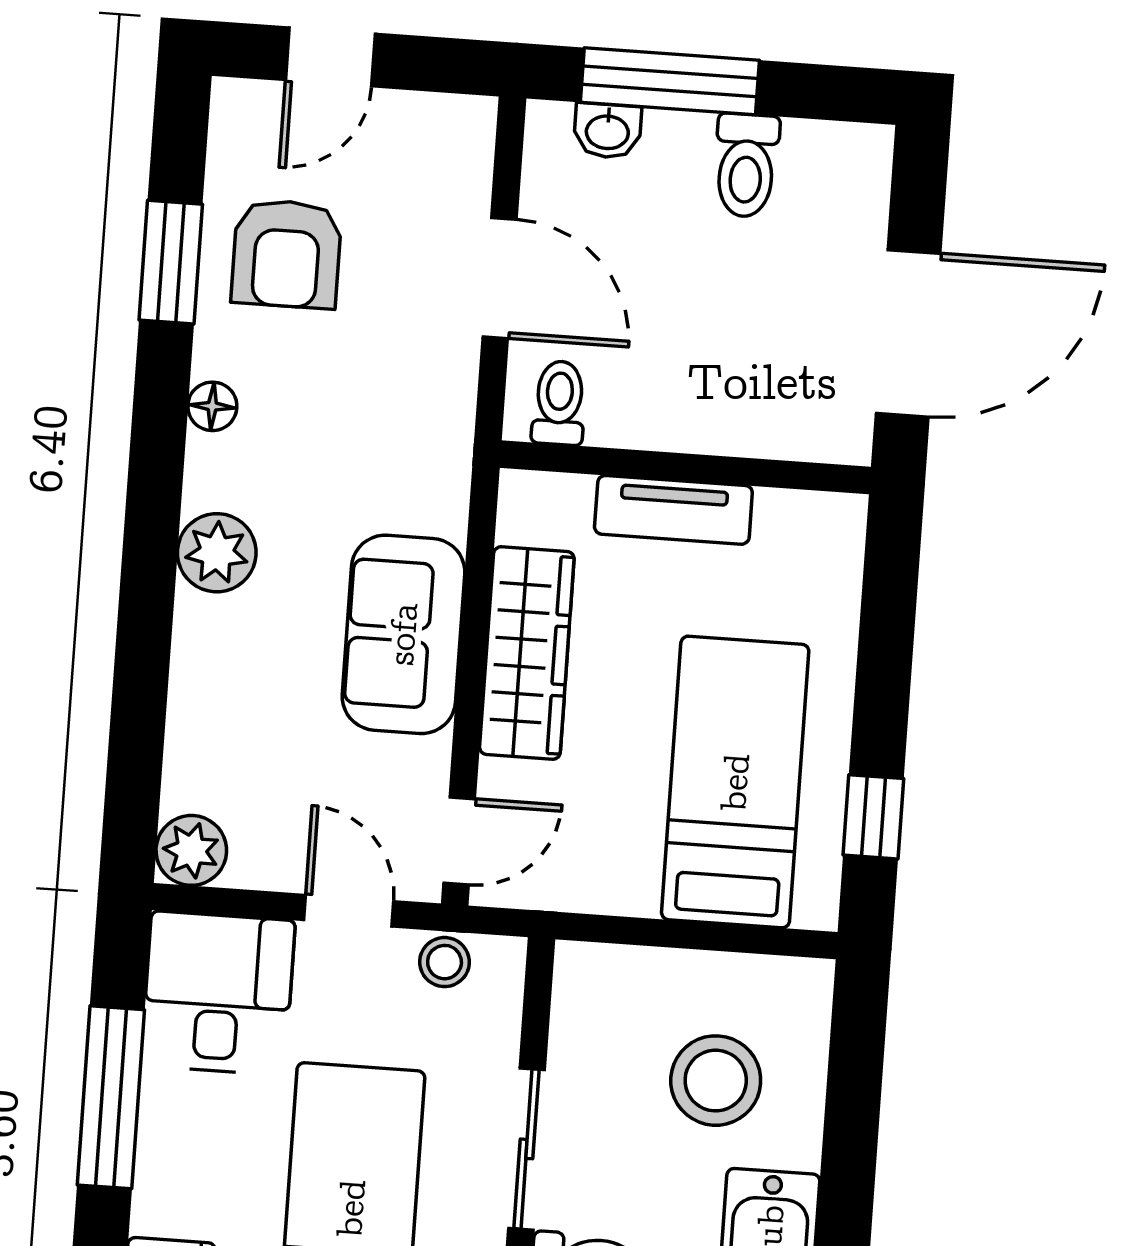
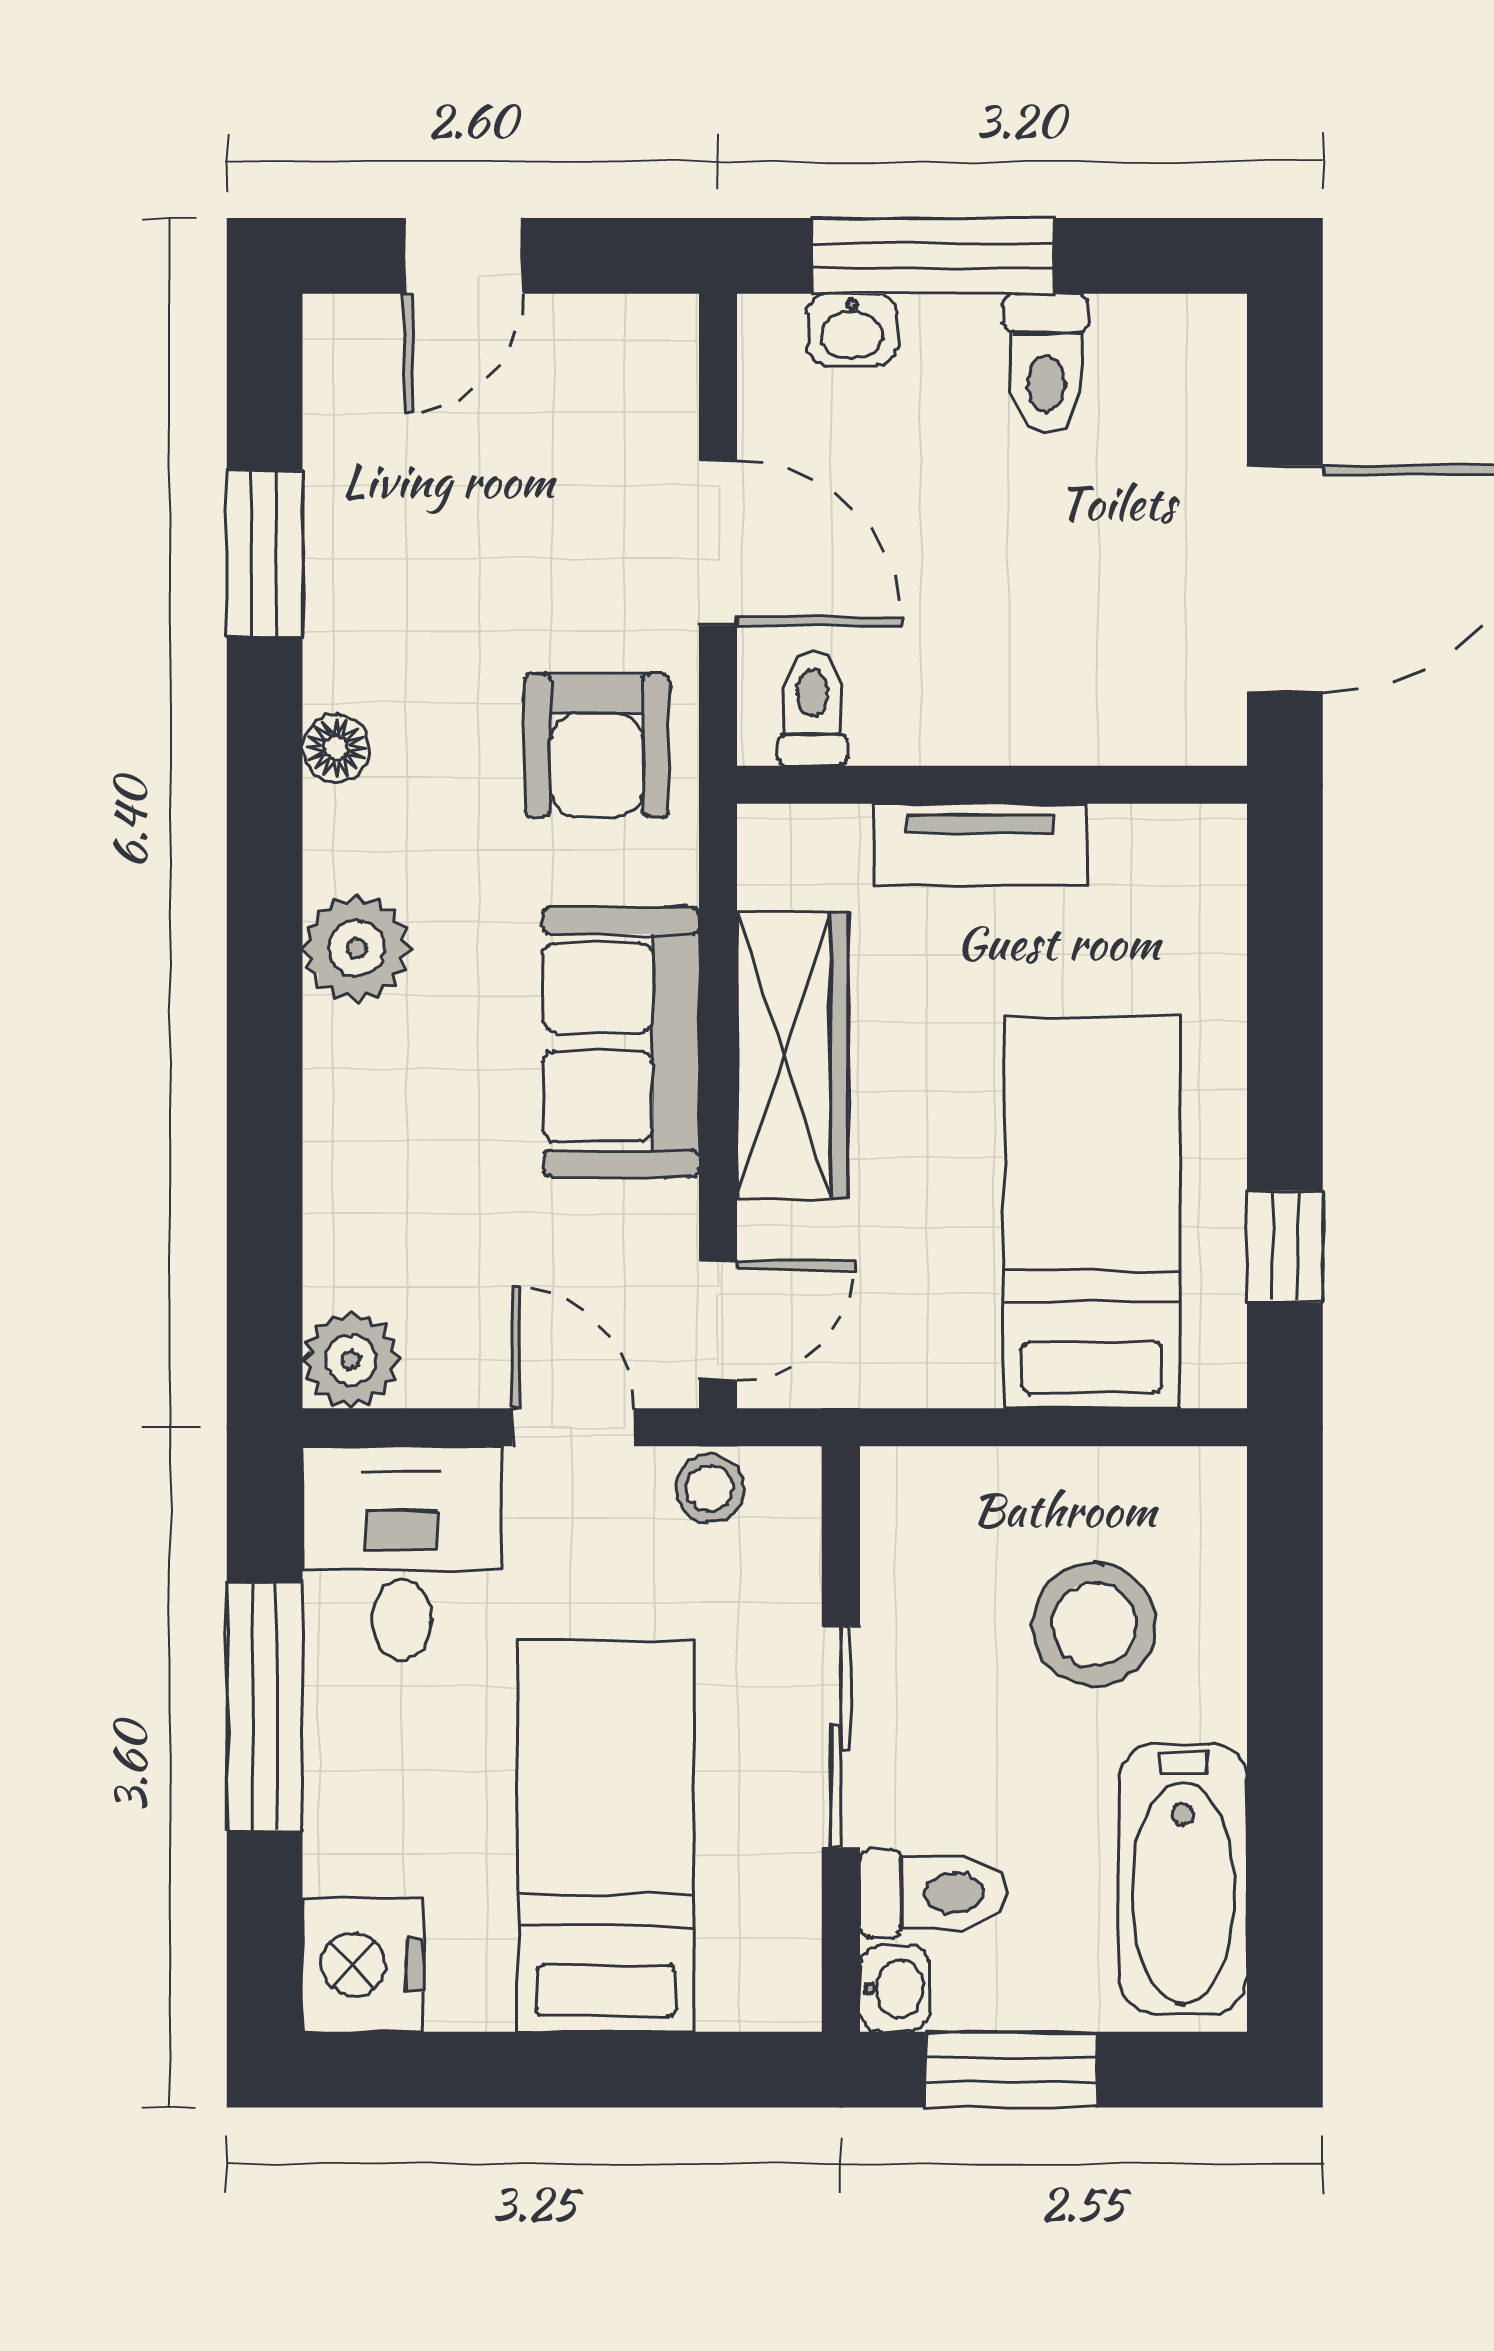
armchair: (286, 254) -> (597, 745), moved

